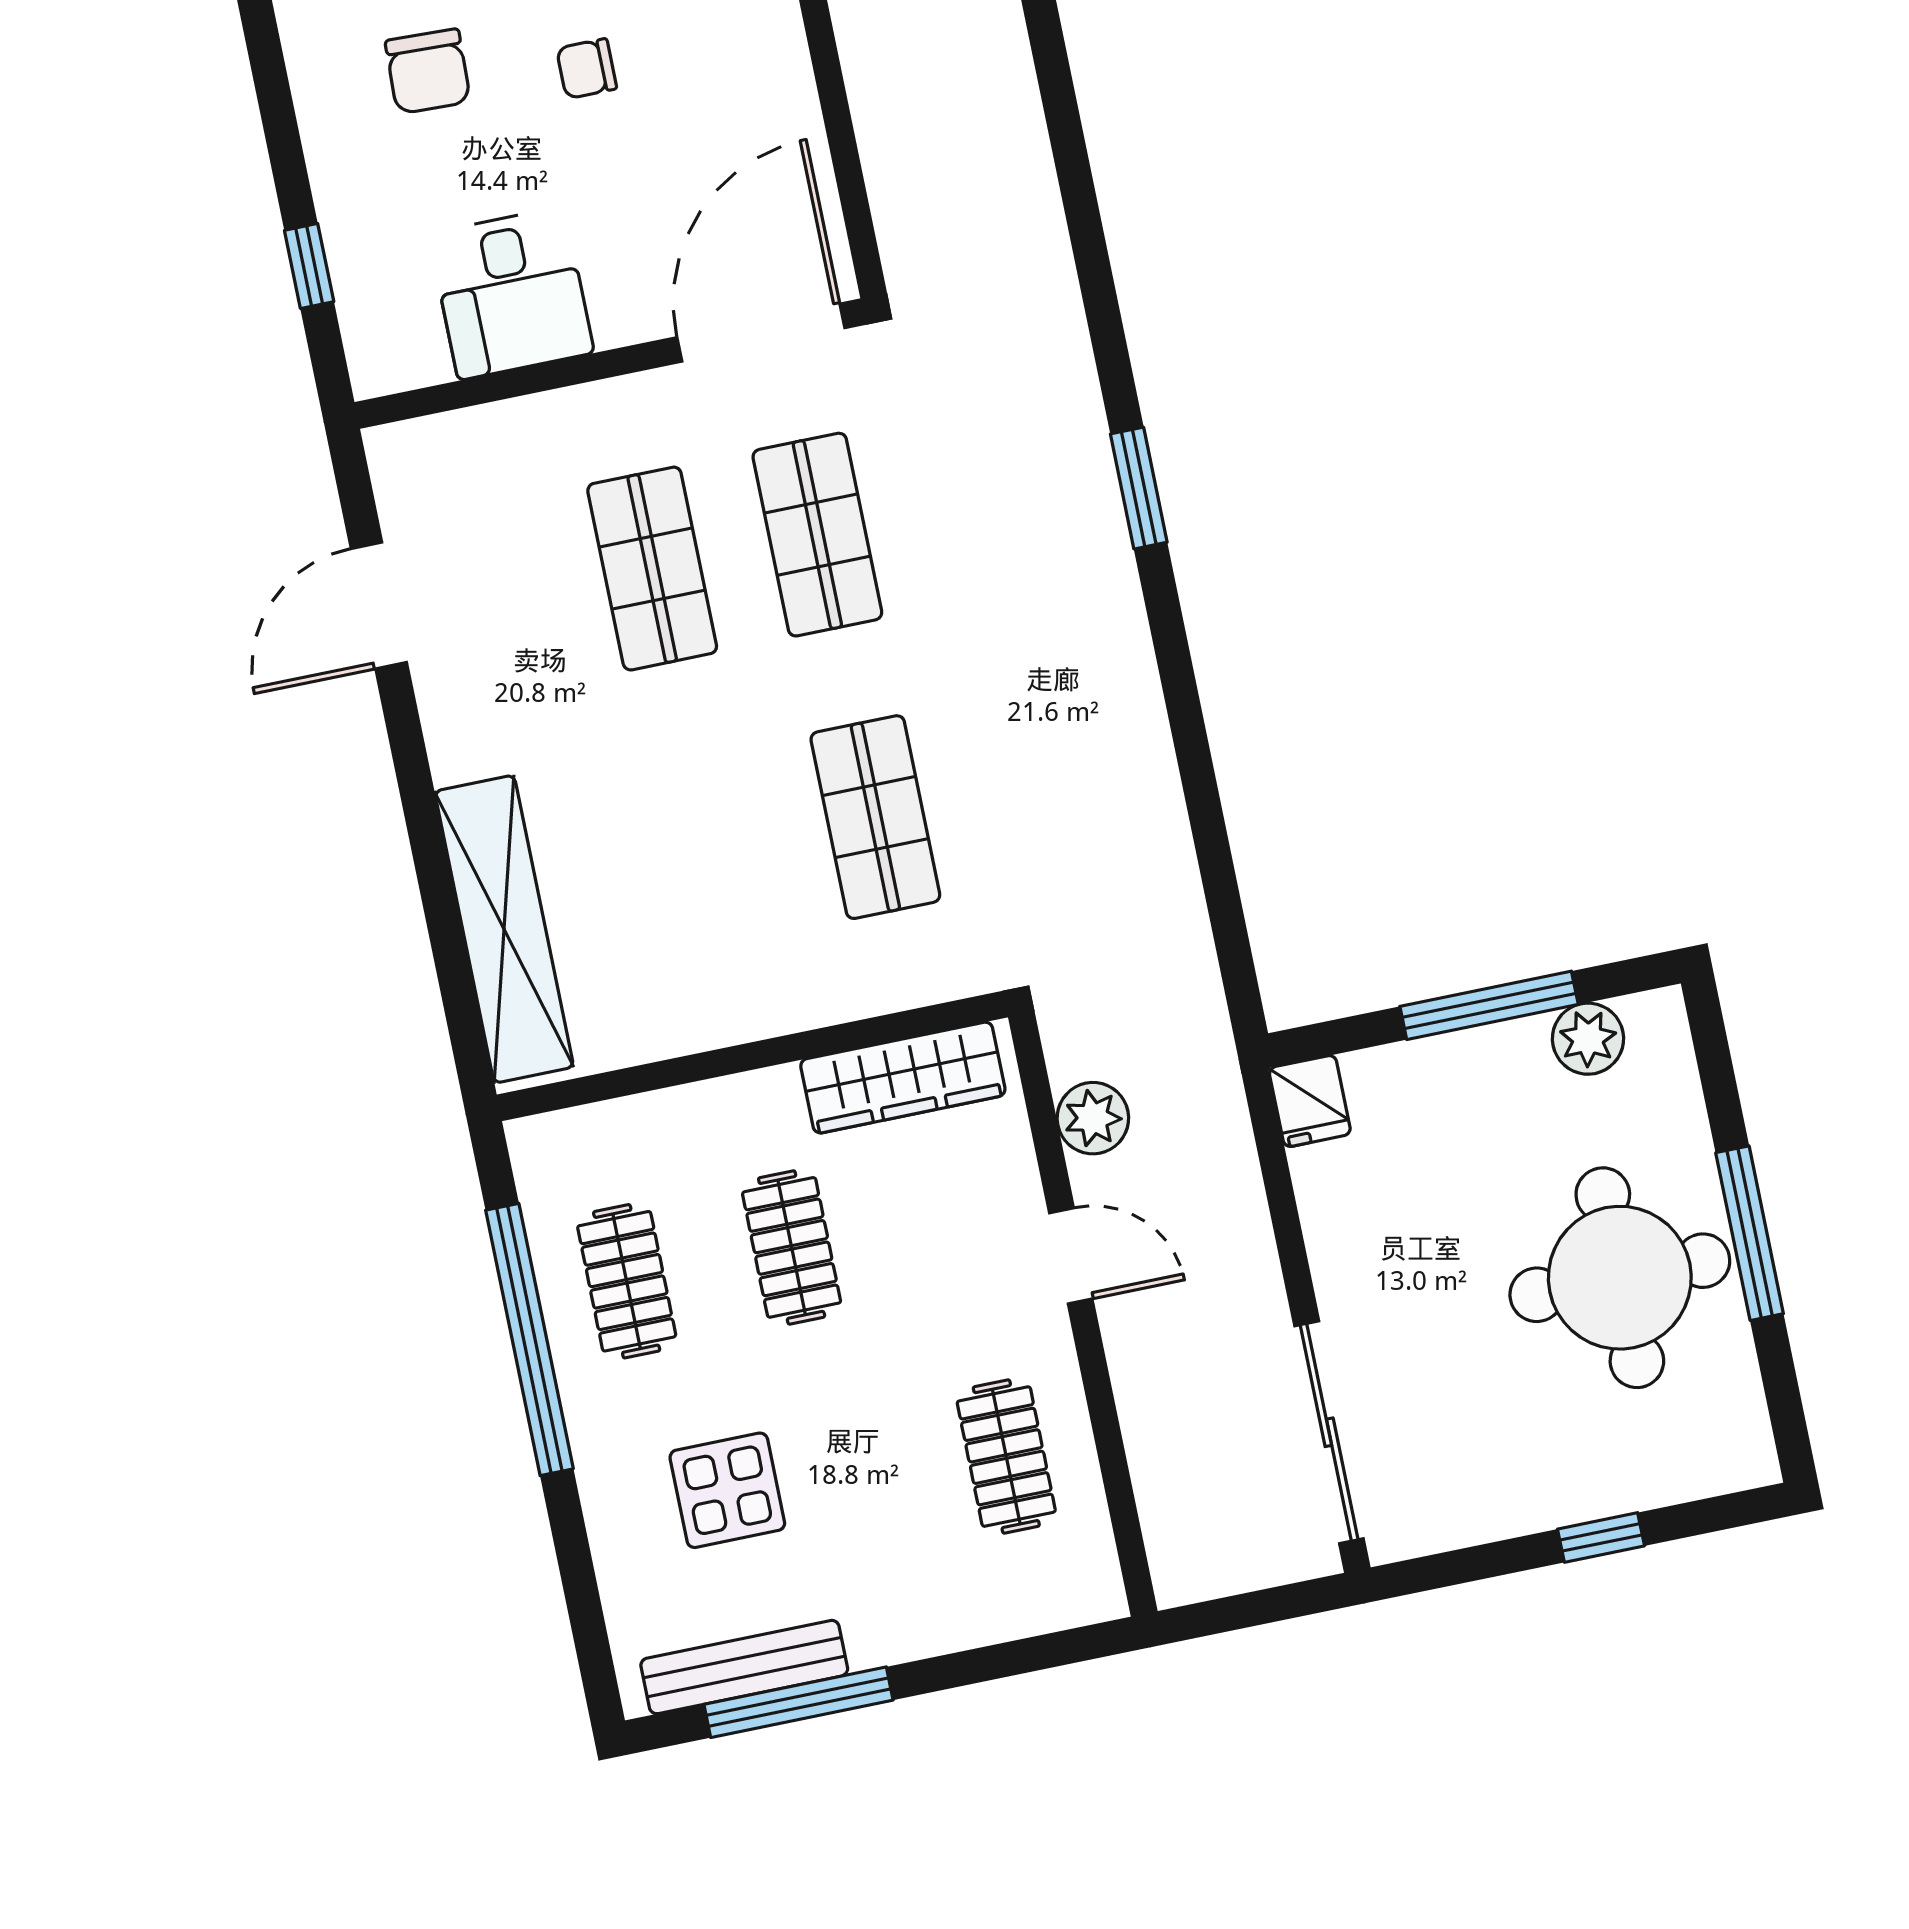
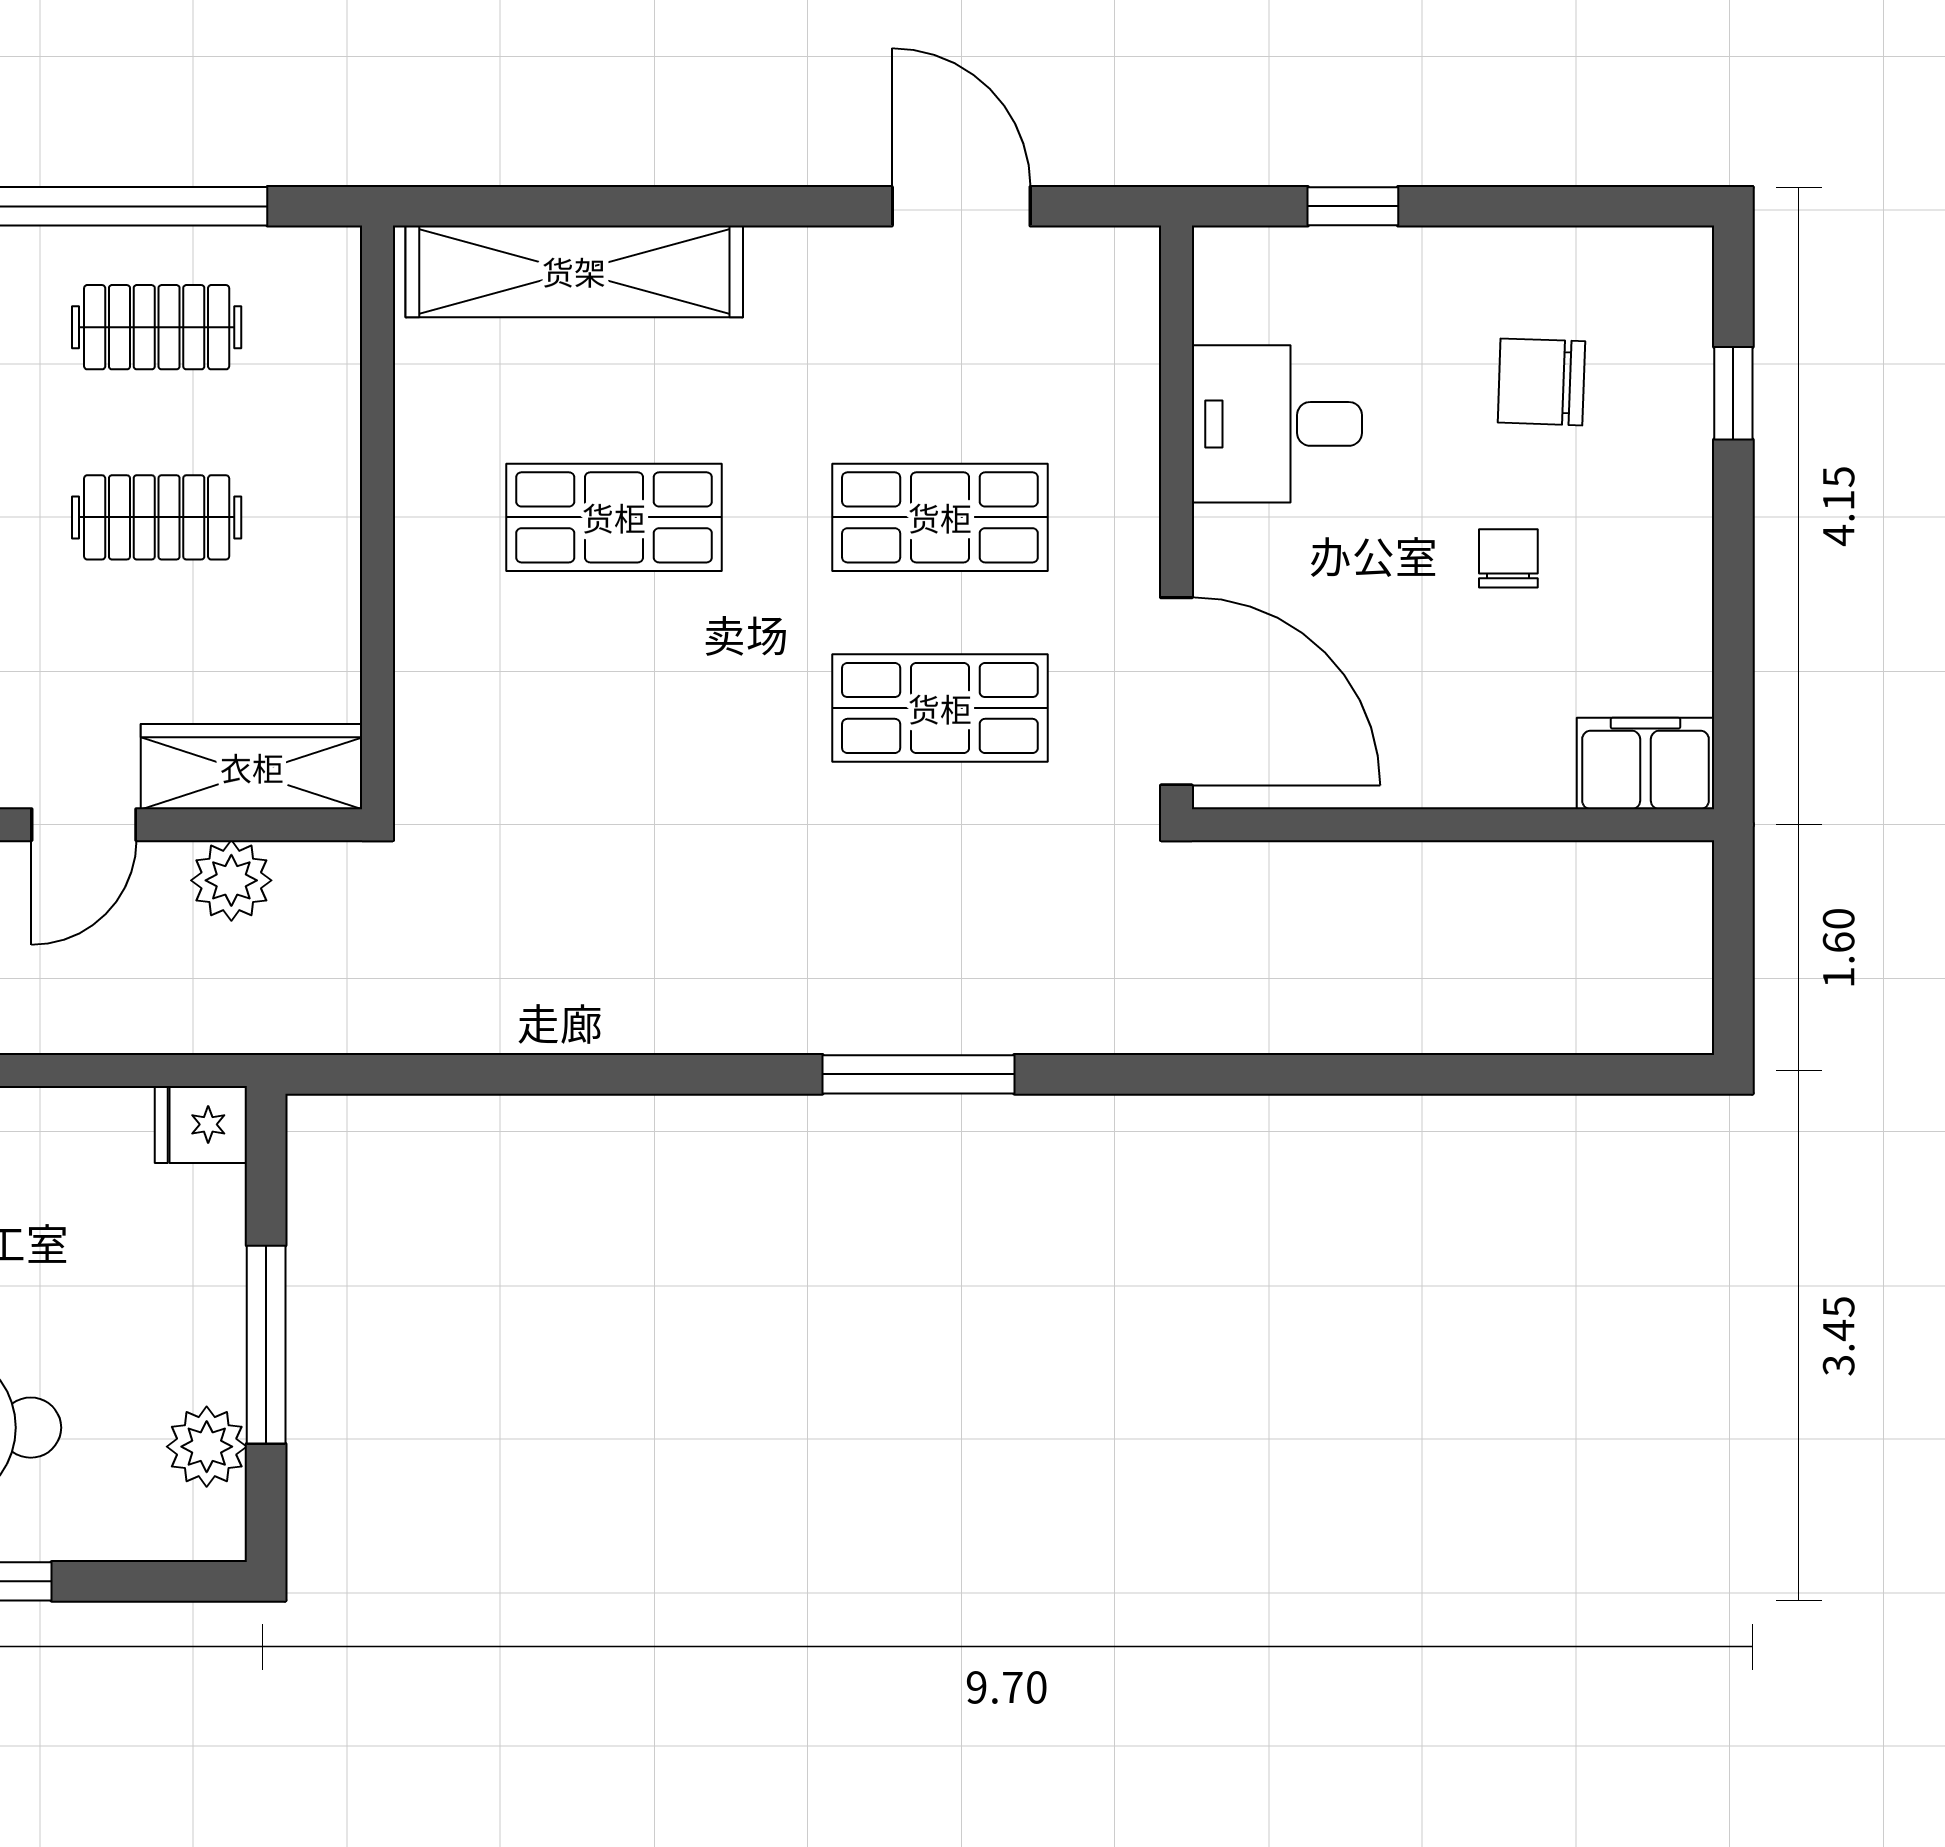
window: (1139, 488) -> (918, 1074), width x1.44
shop shelf: (875, 817) -> (614, 517), moved
wardrobe: (903, 1078) -> (252, 767), moved, turned 90

